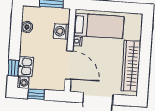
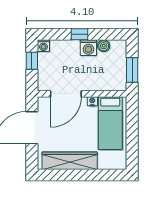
washing machine: (61, 31) -> (88, 48), moved, turned 180
kitchen sink: (26, 66) -> (61, 47), removed
window: (13, 68) -> (79, 34), moved

